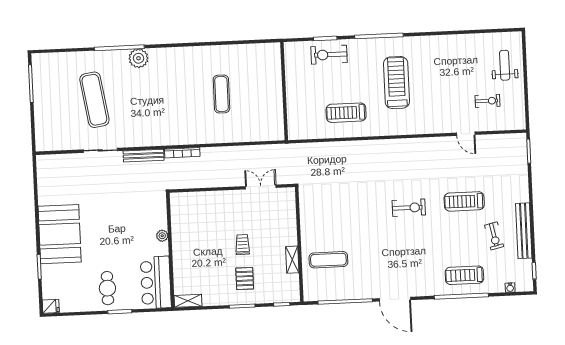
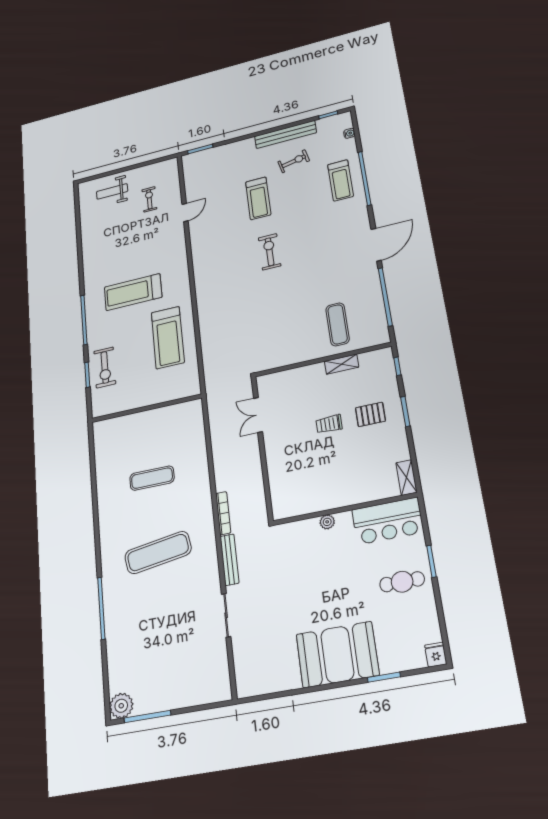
plant: (138, 58) -> (121, 706), moved
exercise mat: (94, 100) -> (158, 553), moved
treadmill: (346, 113) -> (168, 338), width x1.37, depth x1.38

